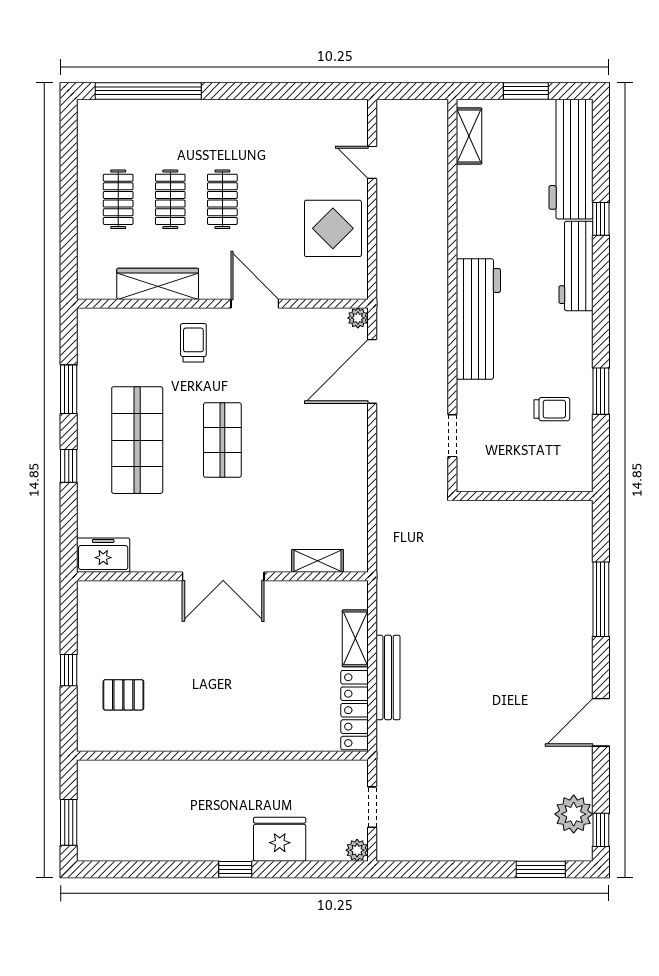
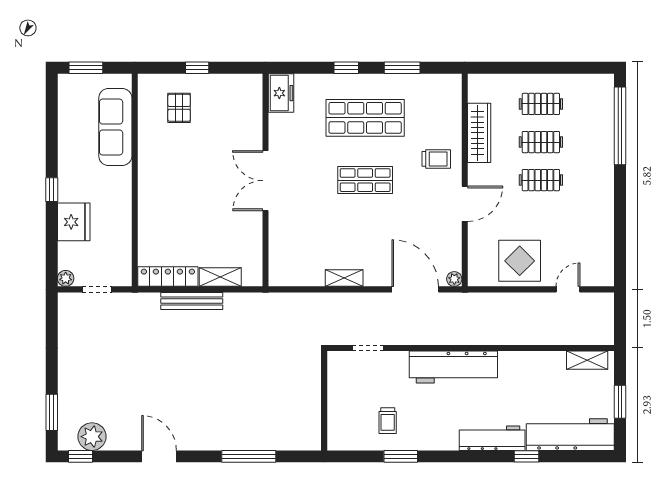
shelving: (318, 561) -> (344, 278), moved, turned 90
sofa: (150, 782) -> (115, 127), added

